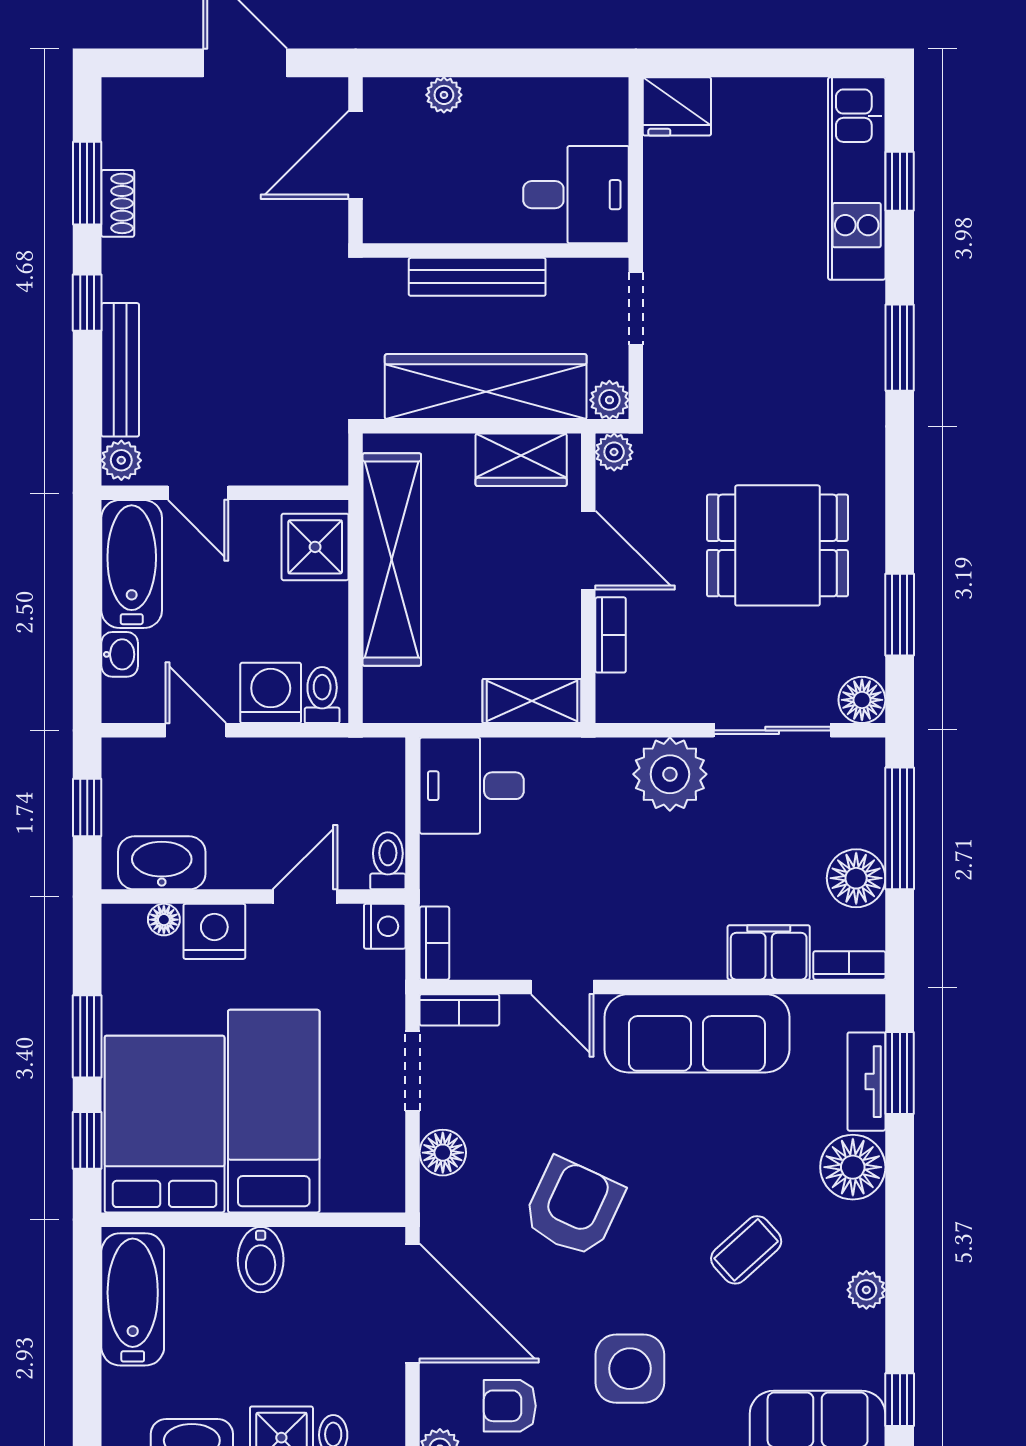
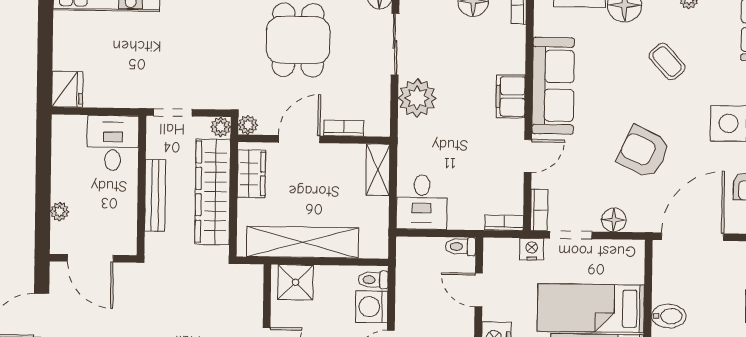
nightstand: (385, 926) -> (532, 249), moved
filing cabinet: (769, 952) -> (511, 96), moved

